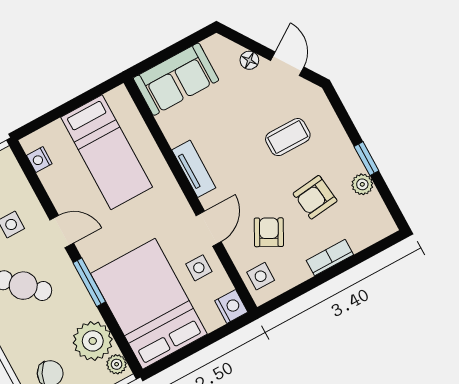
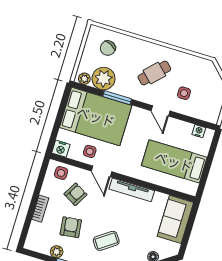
coffee table: (288, 137) -> (106, 241), turned 55
tv unit: (194, 169) -> (132, 190), width x1.41
door: (62, 231) -> (160, 111), hinge flipped
armchair: (269, 232) -> (75, 194), turned -88
window: (89, 282) -> (117, 98), moved

